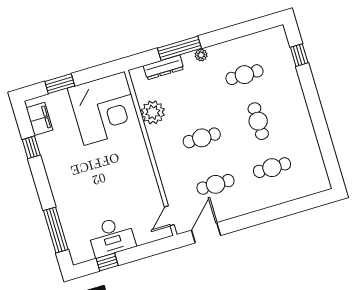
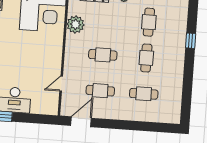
window: (299, 55) -> (191, 41), moved
cafe table: (244, 75) -> (149, 22), turned 90
door: (169, 216) -> (61, 84), moved

